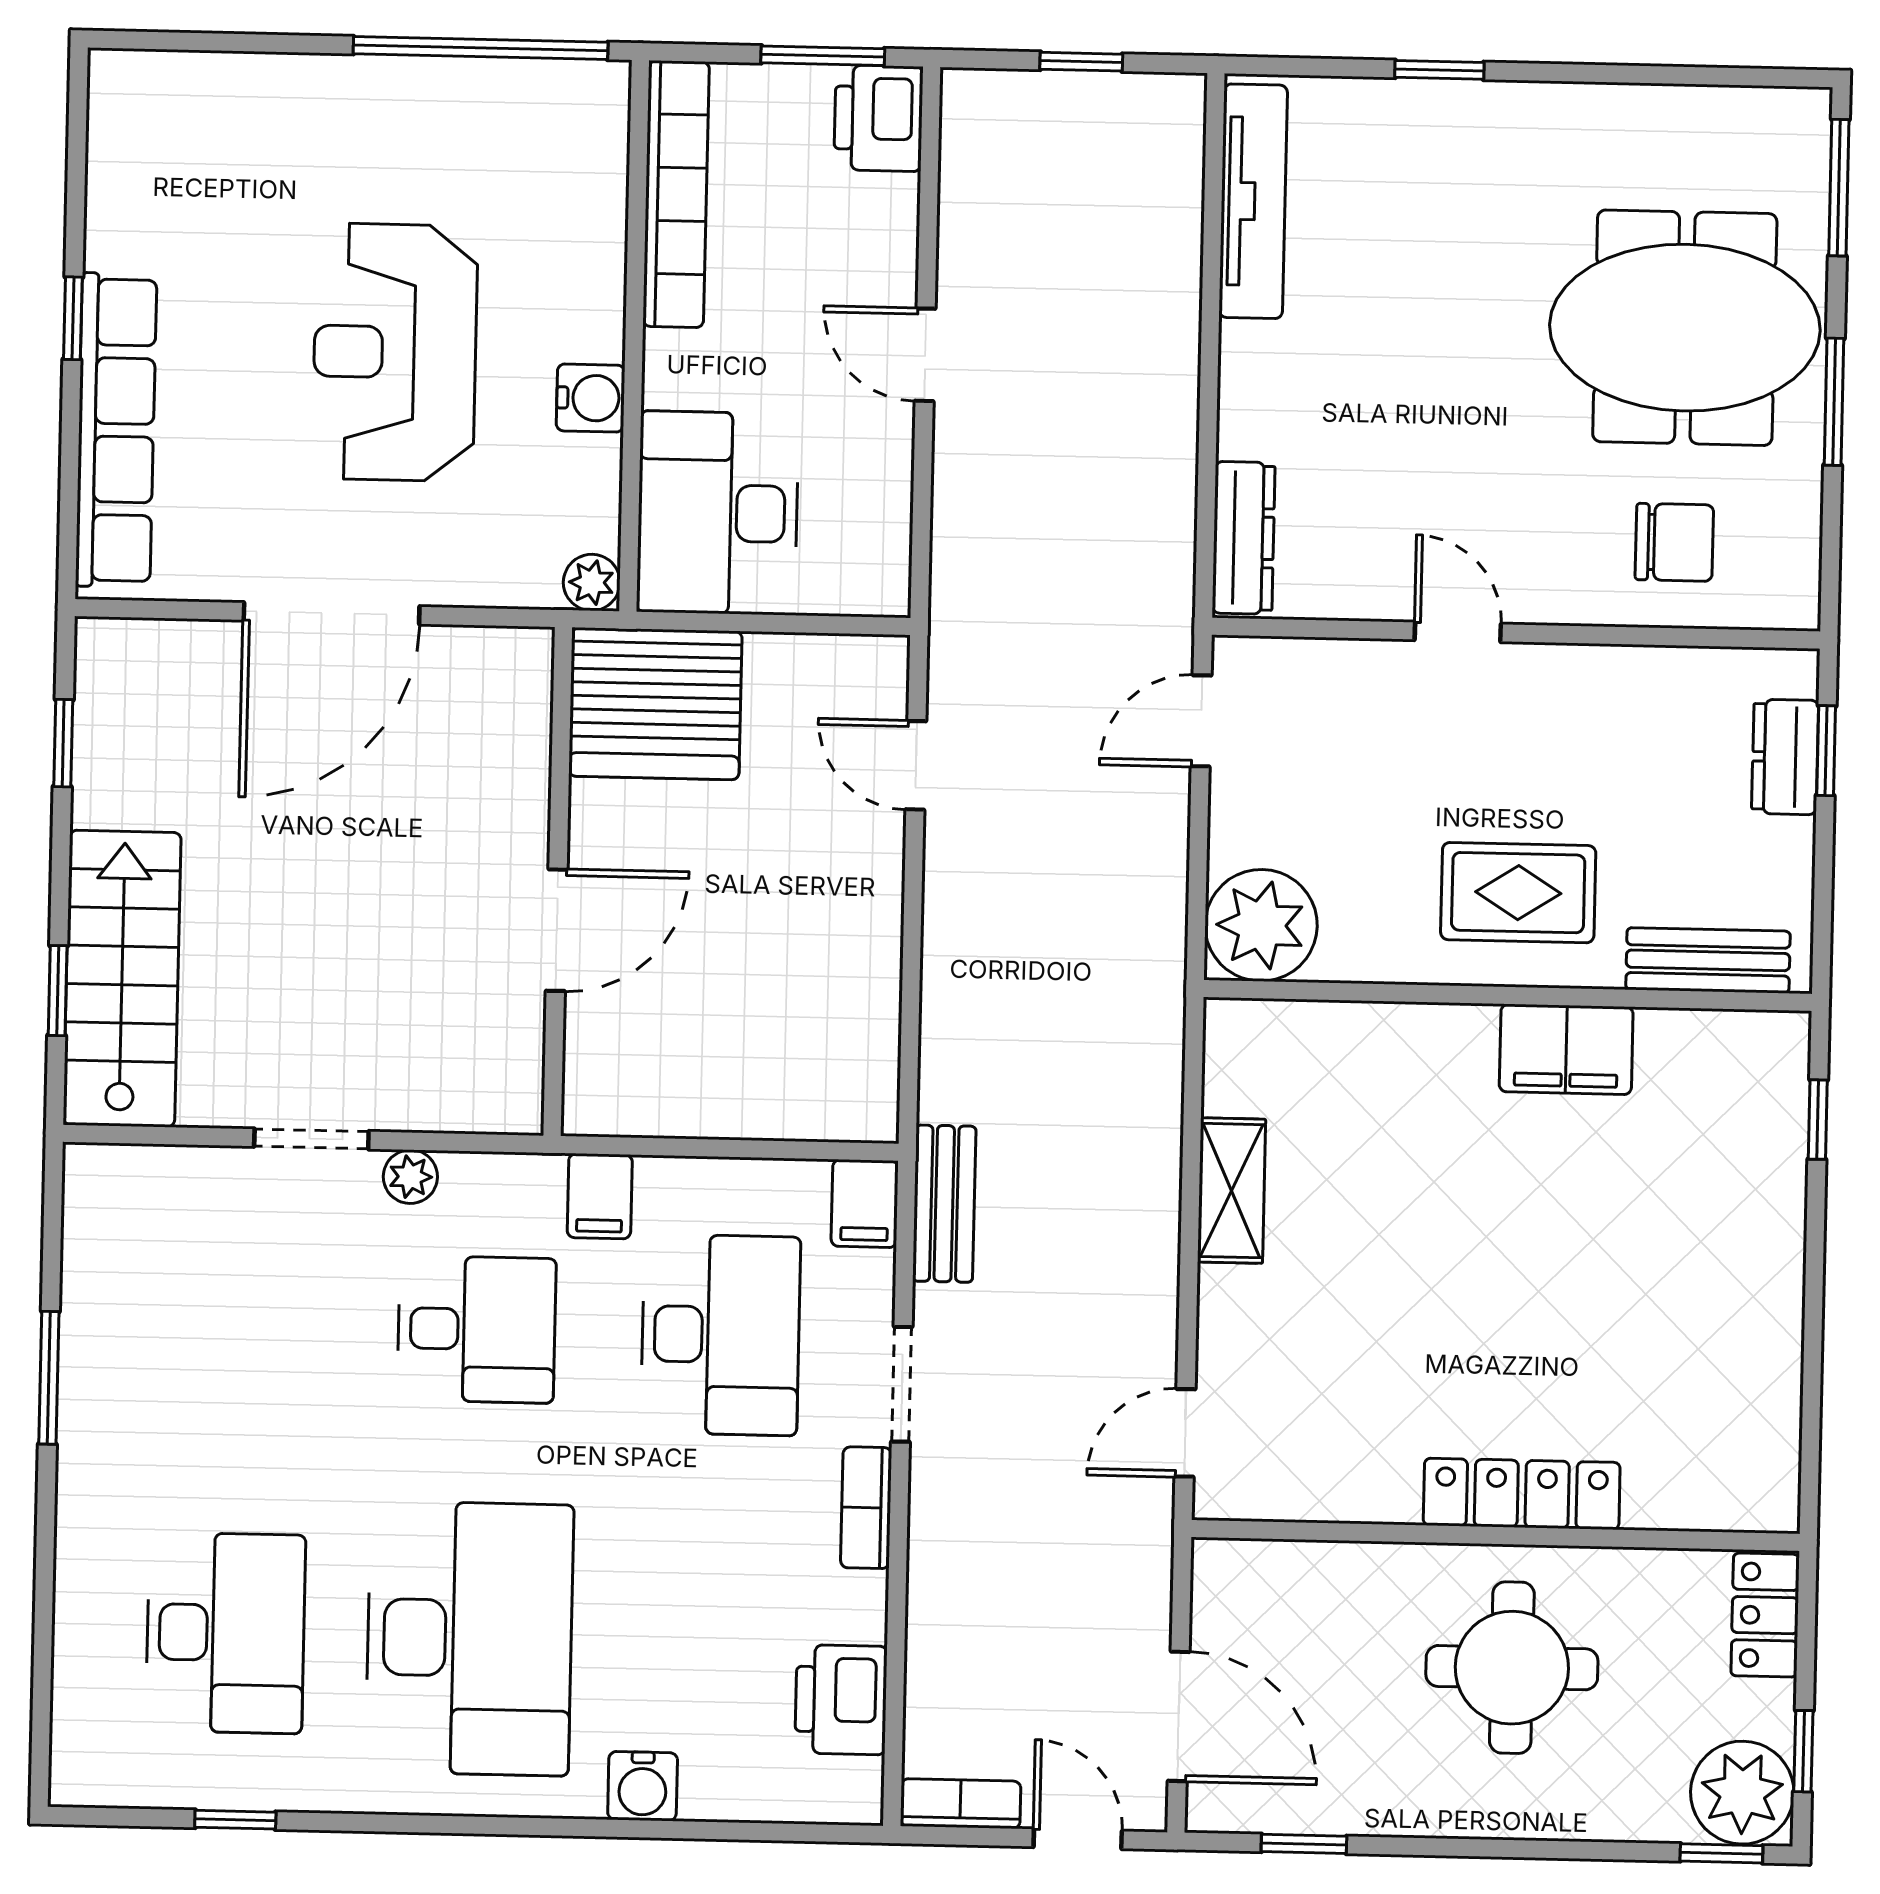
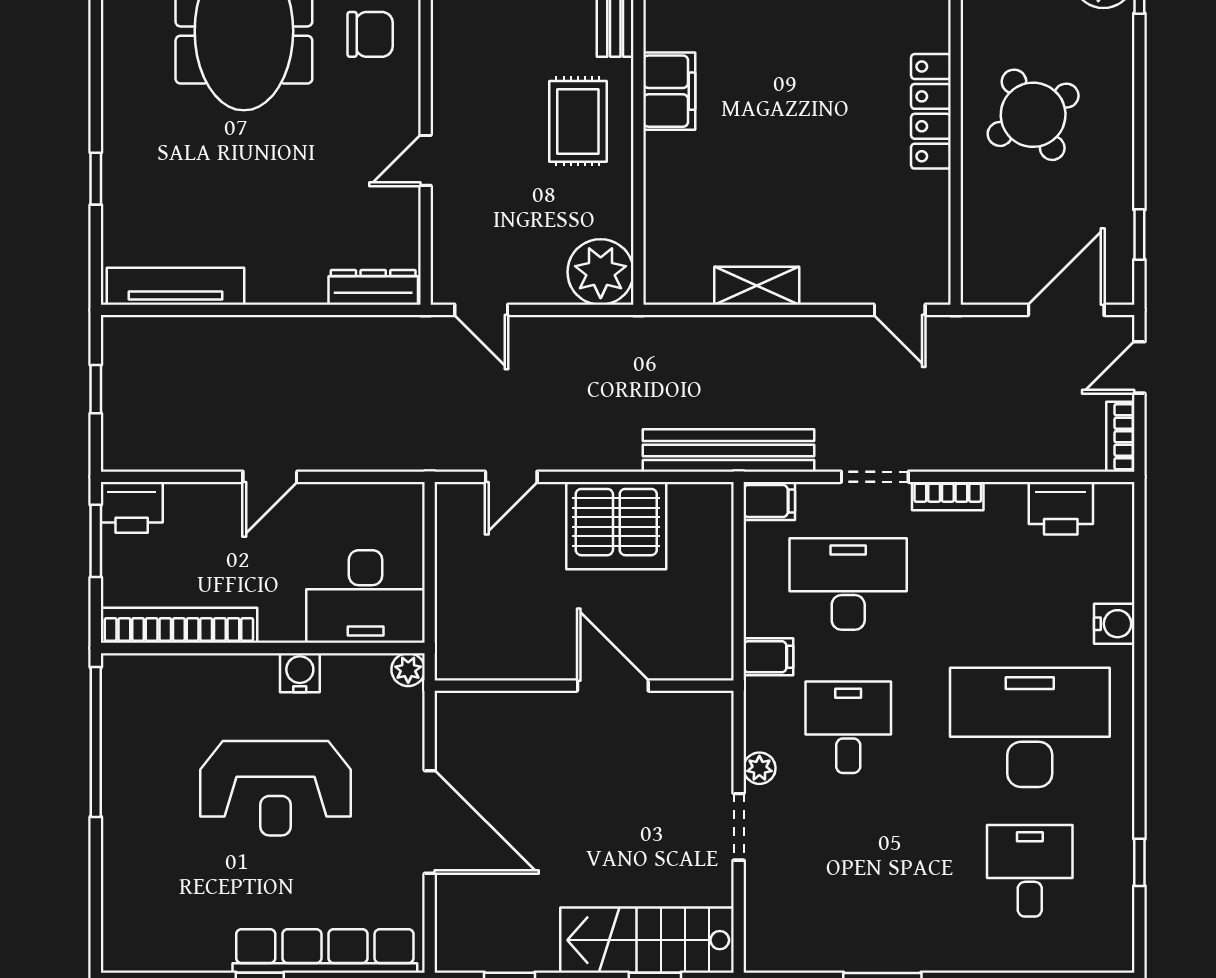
chair: (1674, 542) -> (370, 34), turned 90
server rack: (655, 704) -> (616, 526), moved, turned 90
bench: (944, 1204) -> (728, 451), width x1.86, depth x1.21
desk: (225, 1633) -> (1030, 871), width x0.73
round table: (1512, 1668) -> (1033, 115), turned -30

